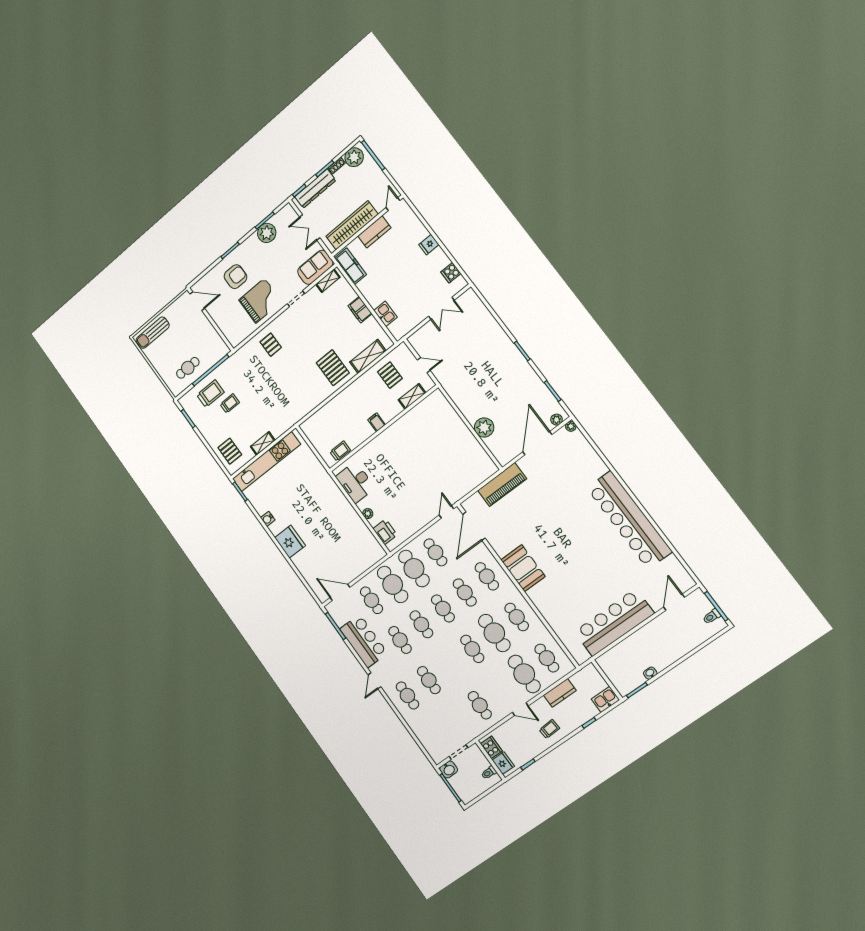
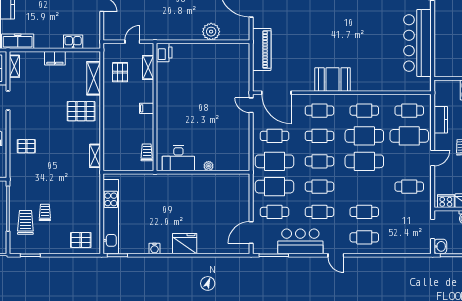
pallet: (390, 375) -> (120, 72), turned 90
shelving: (263, 443) -> (95, 156), moved
printer: (385, 532) -> (164, 52), moved, turned 90
cafe table: (472, 649) -> (364, 161), width x1.37, depth x1.35

